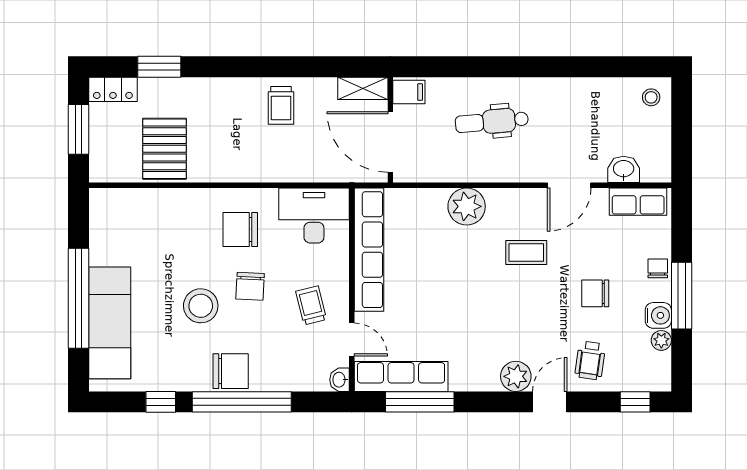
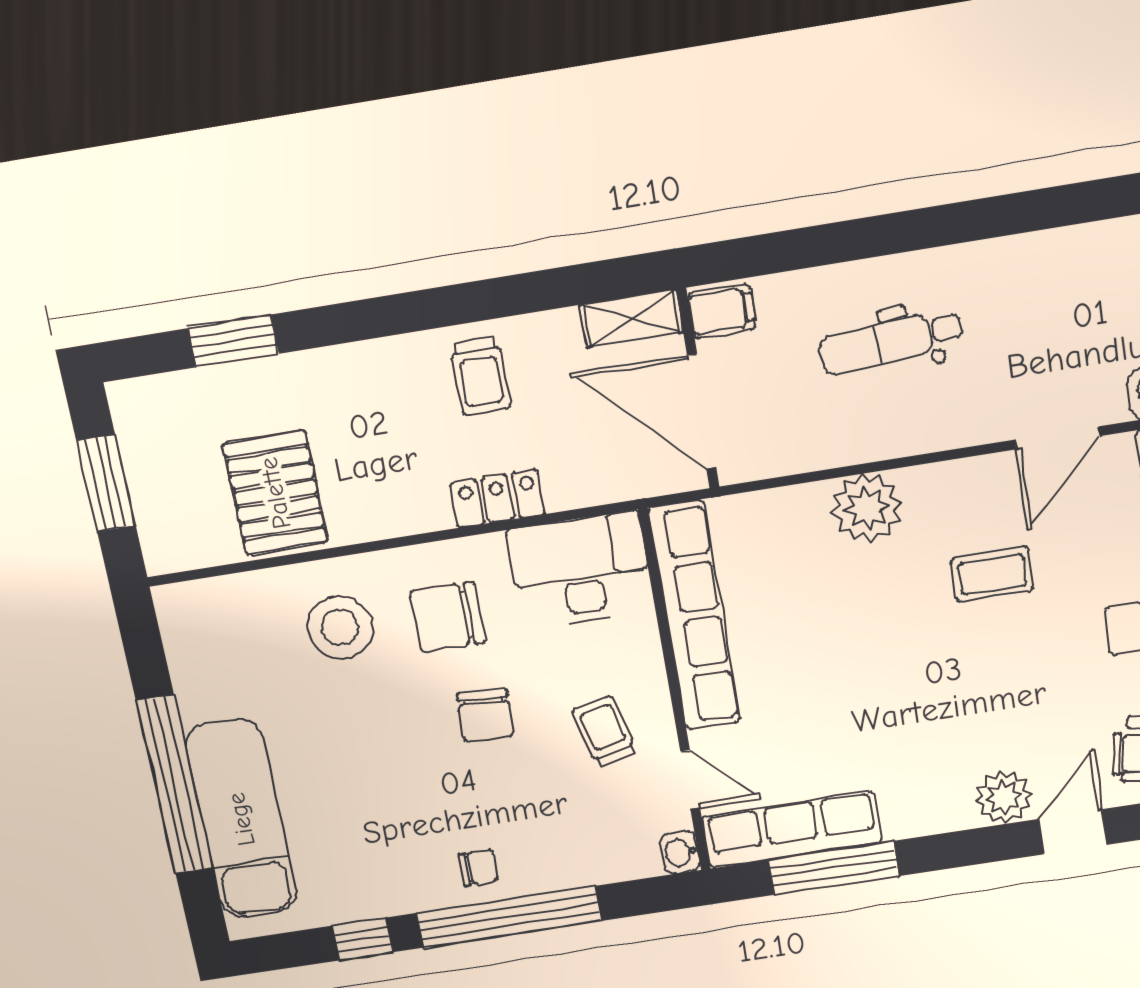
locker: (113, 89) -> (498, 499), moved, turned 180
stool: (201, 306) -> (340, 627), moved
chair: (231, 371) -> (478, 868), width x0.54, depth x0.54

